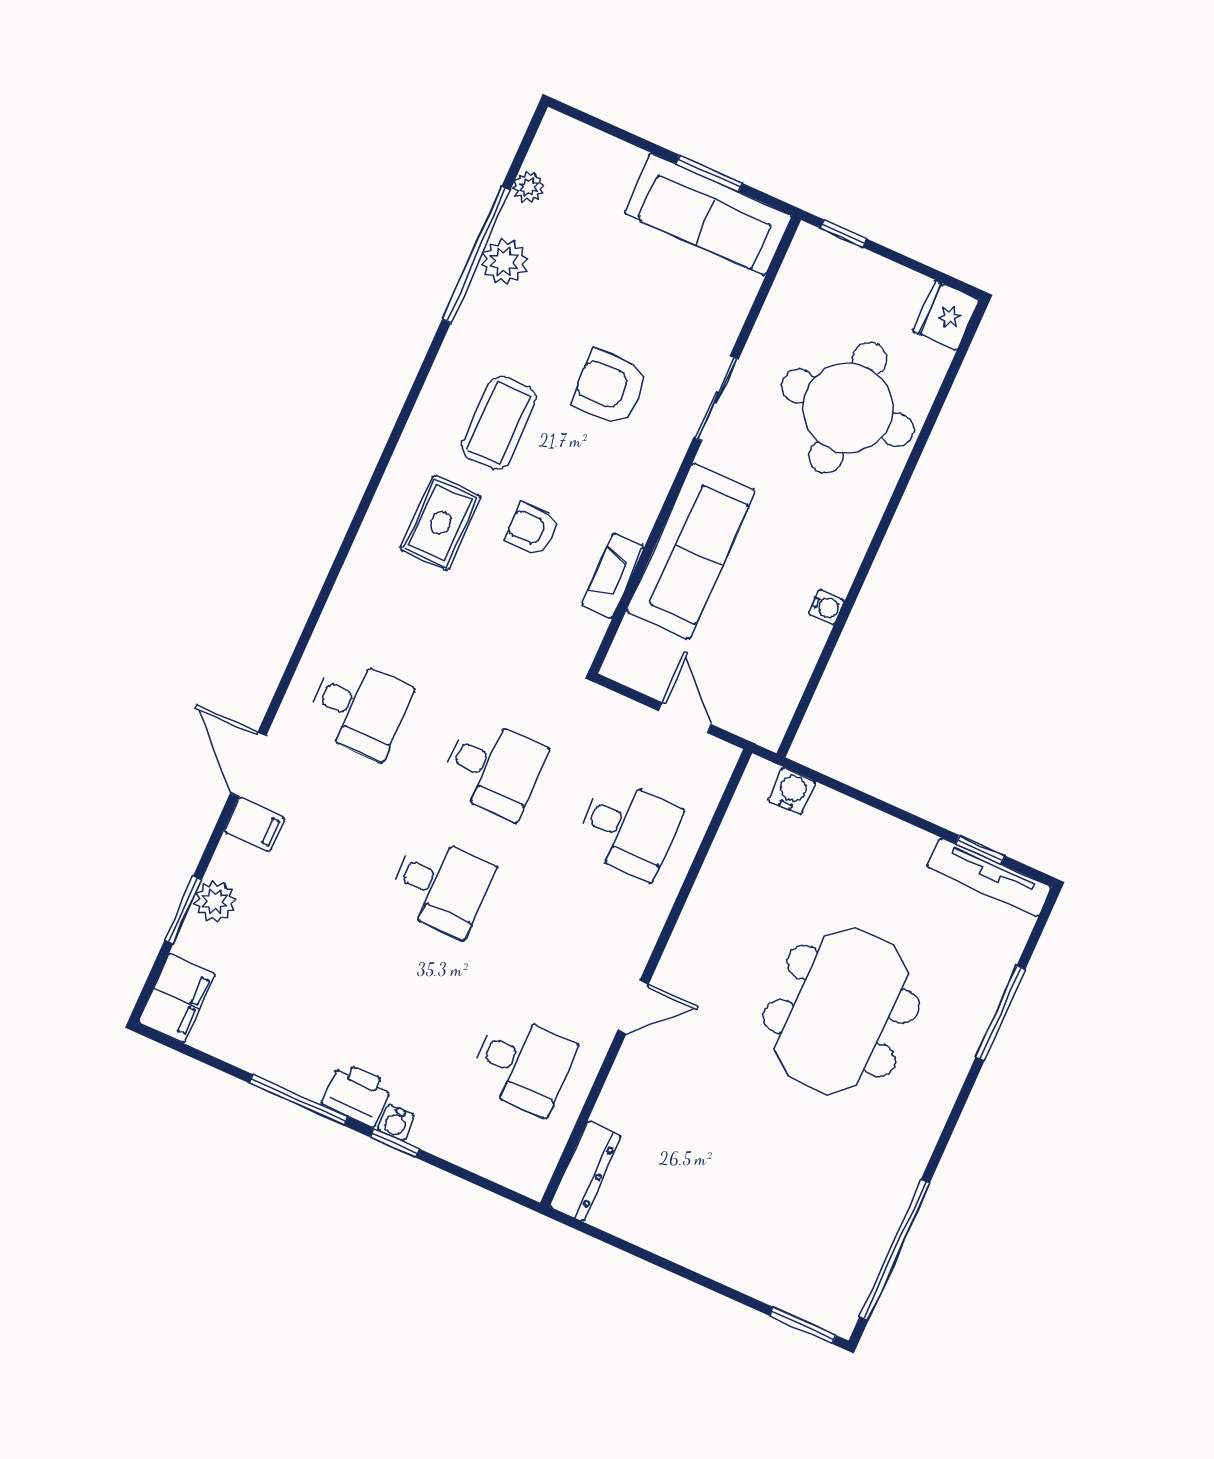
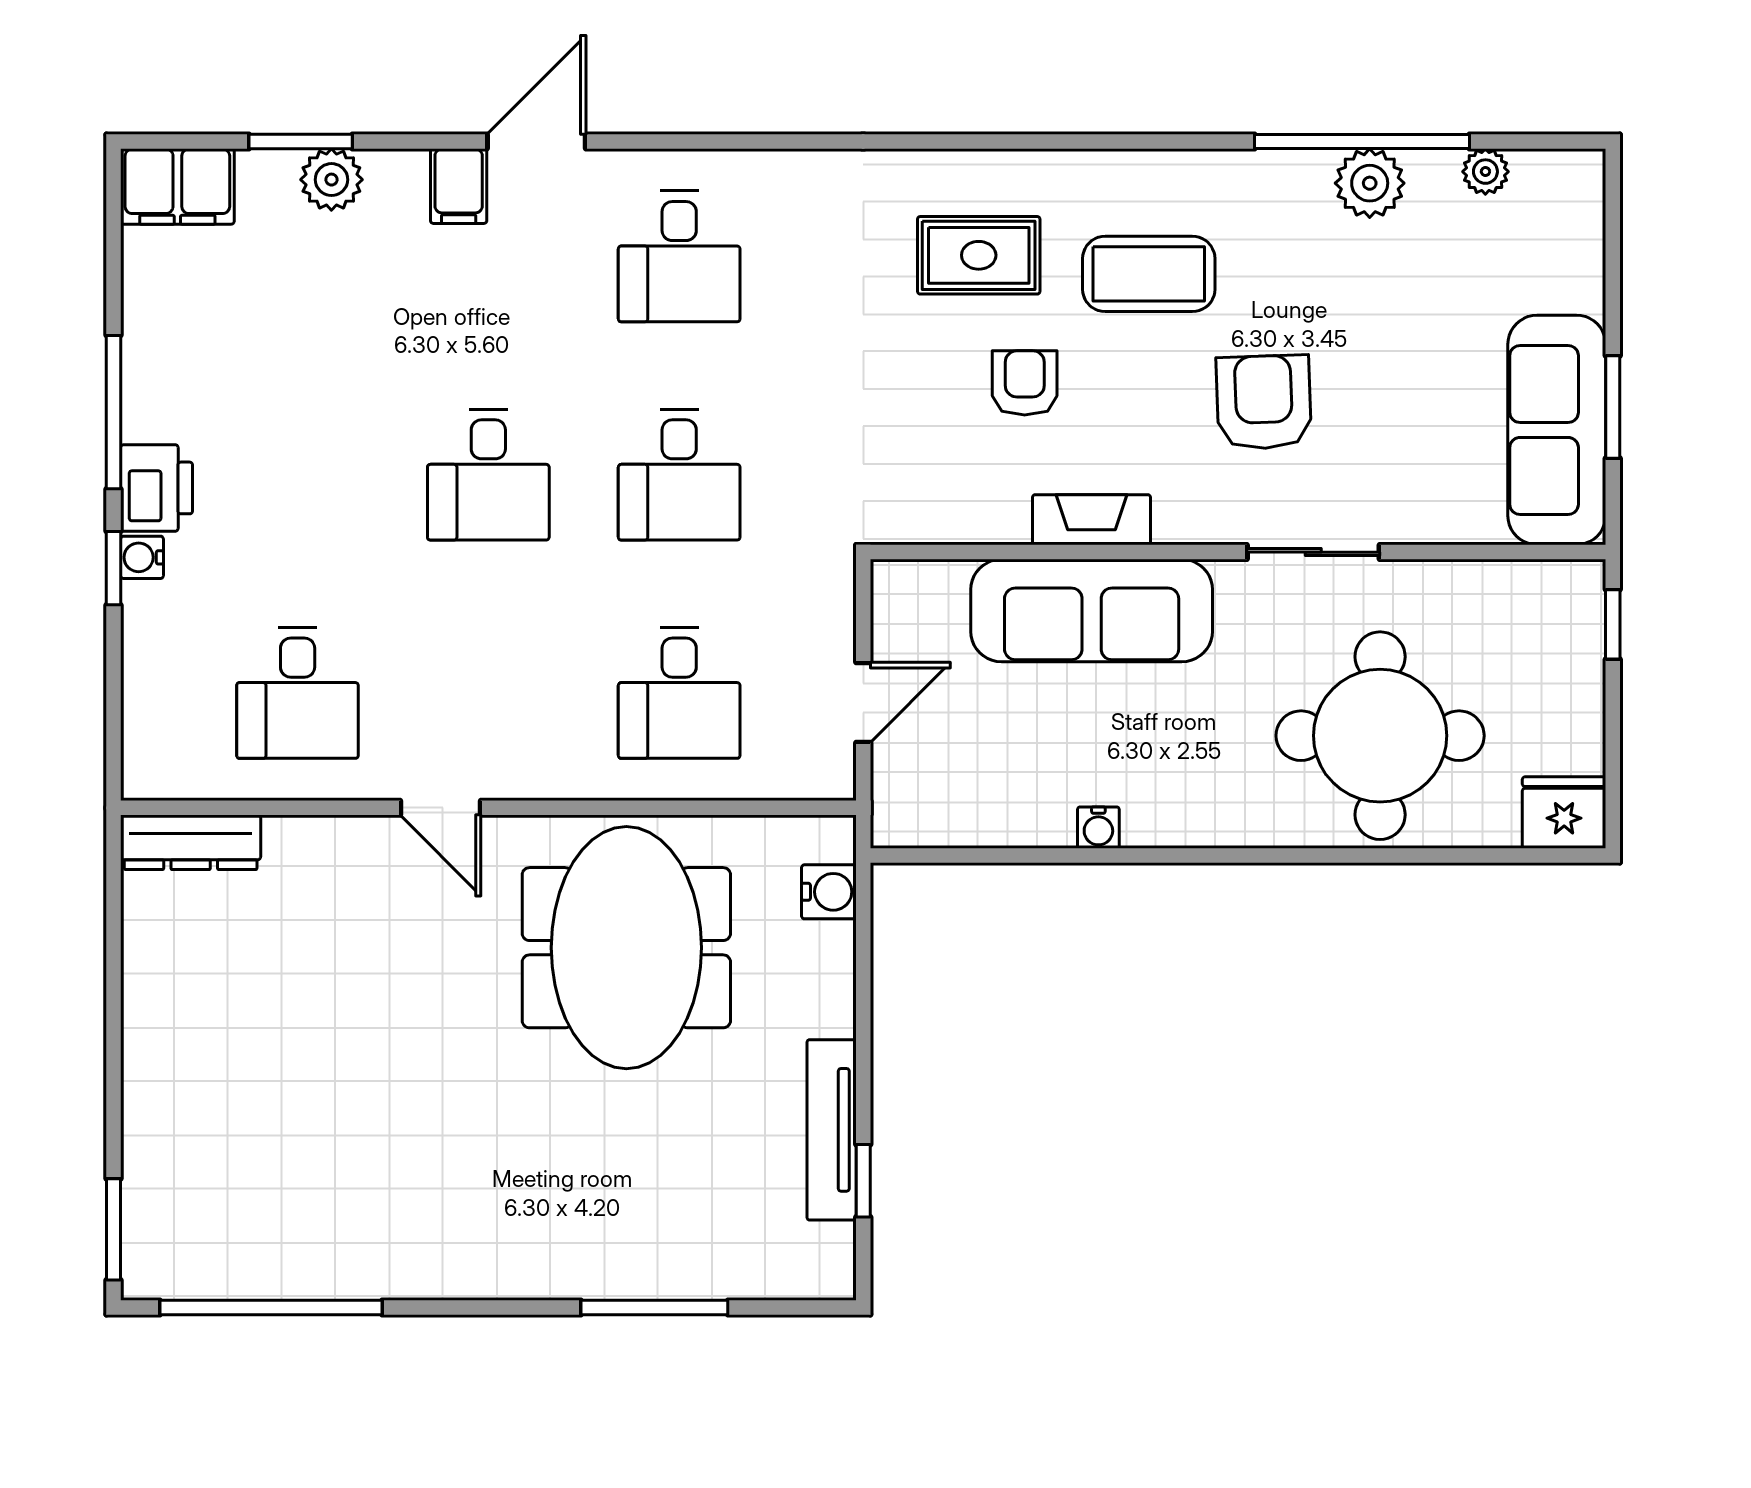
fireplace: (613, 576) -> (1091, 520), moved
tv unit: (989, 877) -> (832, 1130), moved
meeting table: (841, 1011) -> (626, 948), moved, turned 90

